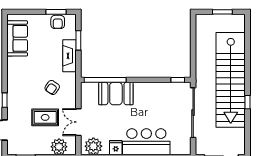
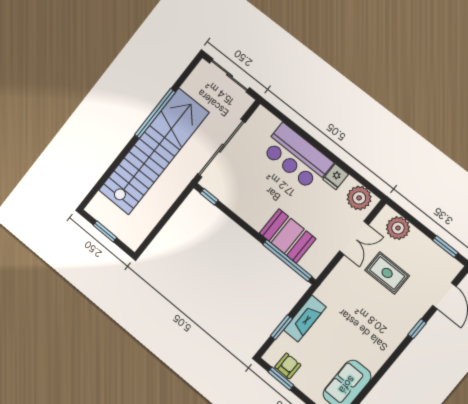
armchair: (52, 88) -> (352, 300), removed
window: (248, 102) -> (155, 113), width x3.17

